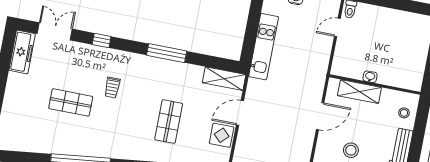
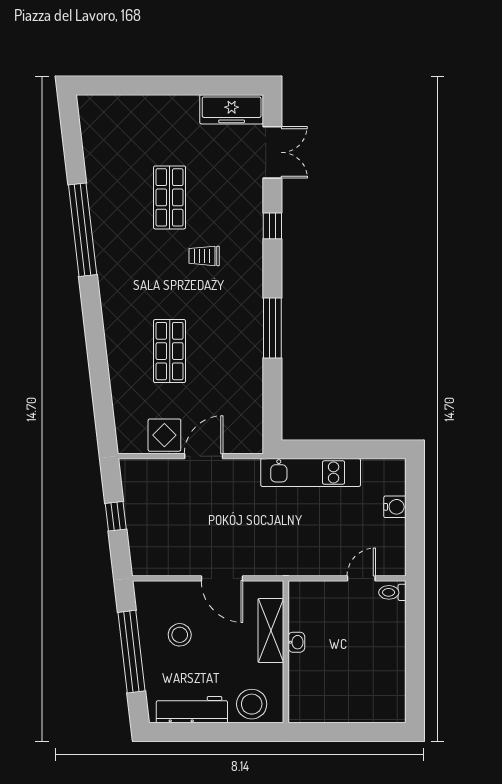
door: (337, 27) -> (361, 578), hinge flipped
shelving: (224, 79) -> (251, 422), removed
door: (240, 113) -> (204, 456), hinge flipped
stool: (404, 113) -> (252, 704), width x1.89, depth x1.89
shop shelf: (169, 122) -> (170, 351), turned 90

